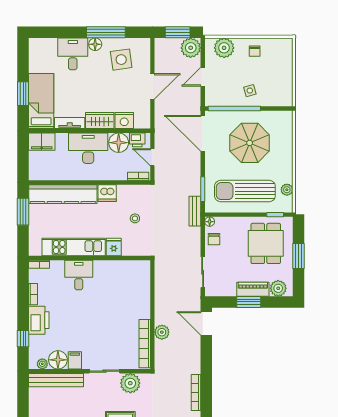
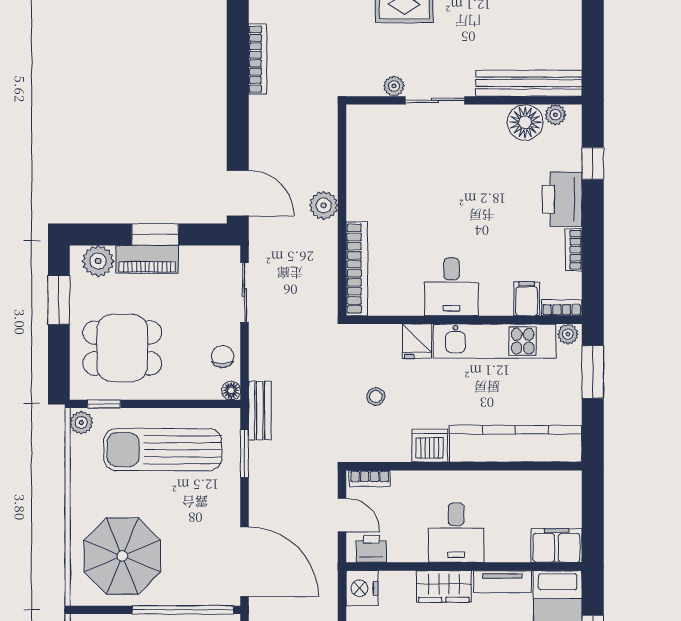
nightstand: (124, 121) -> (362, 588), moved, turned -90
floor lamp: (119, 143) -> (407, 543), removed
parasol: (250, 143) -> (122, 556), moved
desk: (88, 148) -> (456, 533), width x0.73
plant: (287, 190) -> (81, 423), moved
sun lounger: (245, 191) -> (163, 450), turned 180
window: (23, 212) -> (593, 372), moved
dining table: (266, 243) -> (122, 348), turned 90
plant: (36, 251) -> (568, 334), added
window: (298, 256) -> (59, 300), moved
desk: (79, 275) -> (452, 287), moved
plant: (162, 332) -> (324, 205), moved
bookcase: (145, 344) -> (357, 269), moved
filing cabinet: (75, 360) -> (527, 299), moved, turned 180
plant: (130, 383) -> (394, 86), width x0.53, depth x0.53

